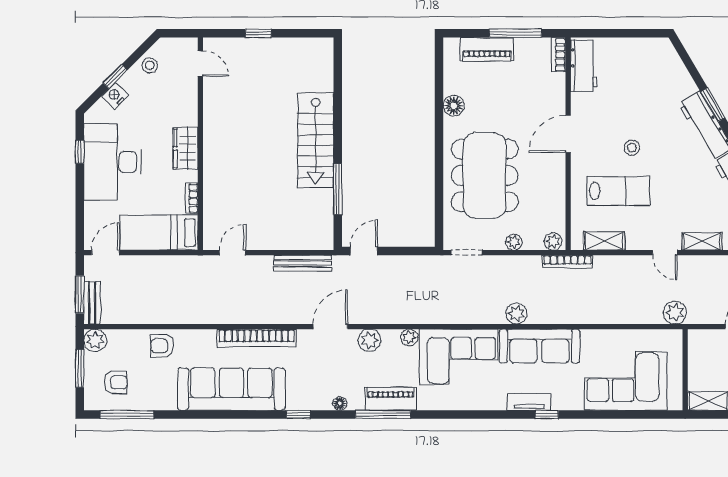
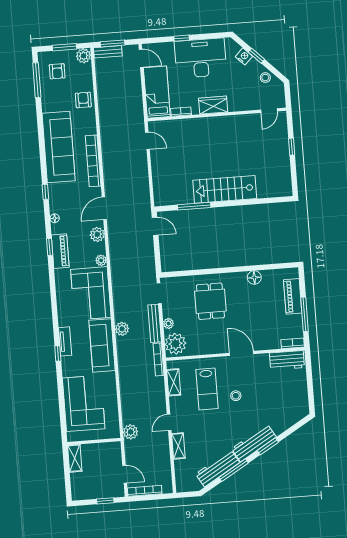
window: (80, 152) -> (182, 38), moved
dining table: (485, 175) -> (210, 301), width x0.53, depth x0.80
plant: (553, 241) -> (175, 344), width x1.88, depth x1.88
bench: (303, 263) -> (155, 323), moved
door: (330, 327) -> (104, 208), swing flipped
window: (383, 414) -> (50, 247), width x0.46

